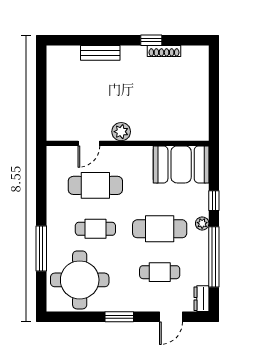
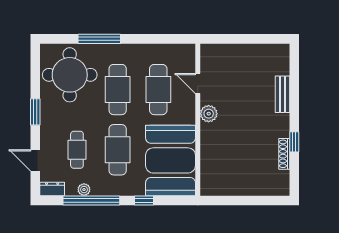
booth: (181, 164) -> (171, 160), width x1.36, depth x1.42
plant: (202, 223) -> (84, 190), moved
cafe table: (95, 229) -> (118, 90), width x1.37, depth x1.35

